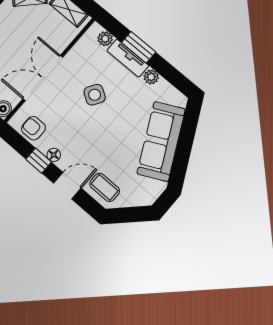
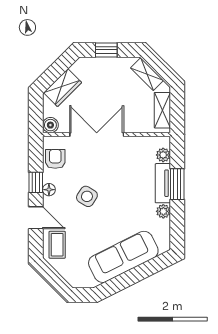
side table: (95, 95) -> (87, 196), moved

